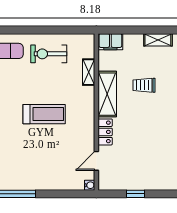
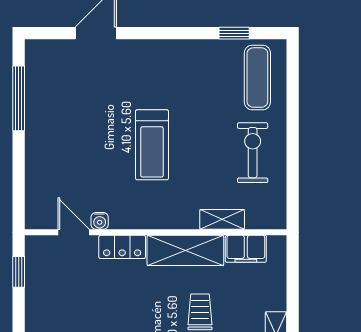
filing cabinet: (110, 42) -> (246, 249), moved, turned -90
water cooler: (90, 185) -> (100, 221), moved
window: (135, 194) -> (19, 272), moved

